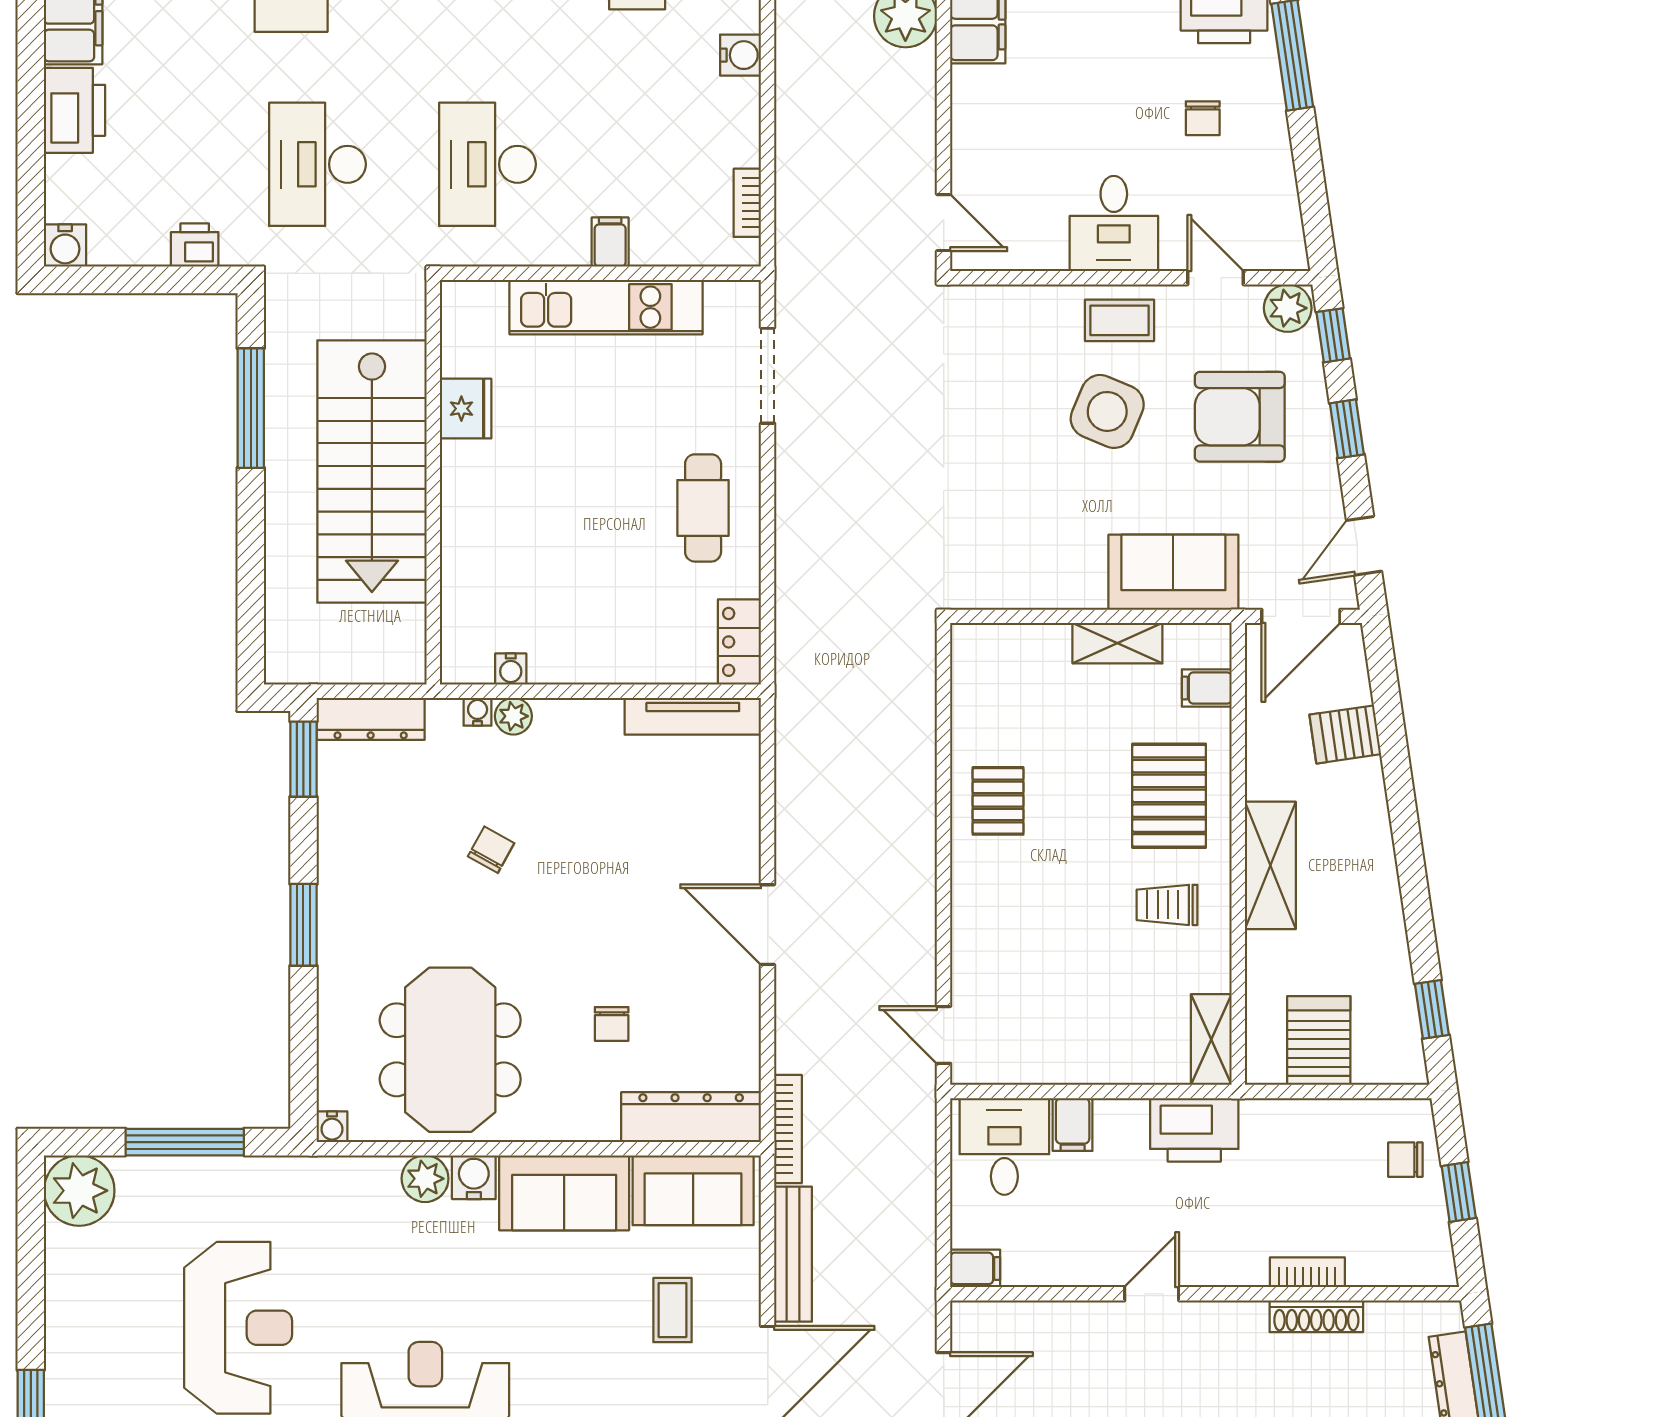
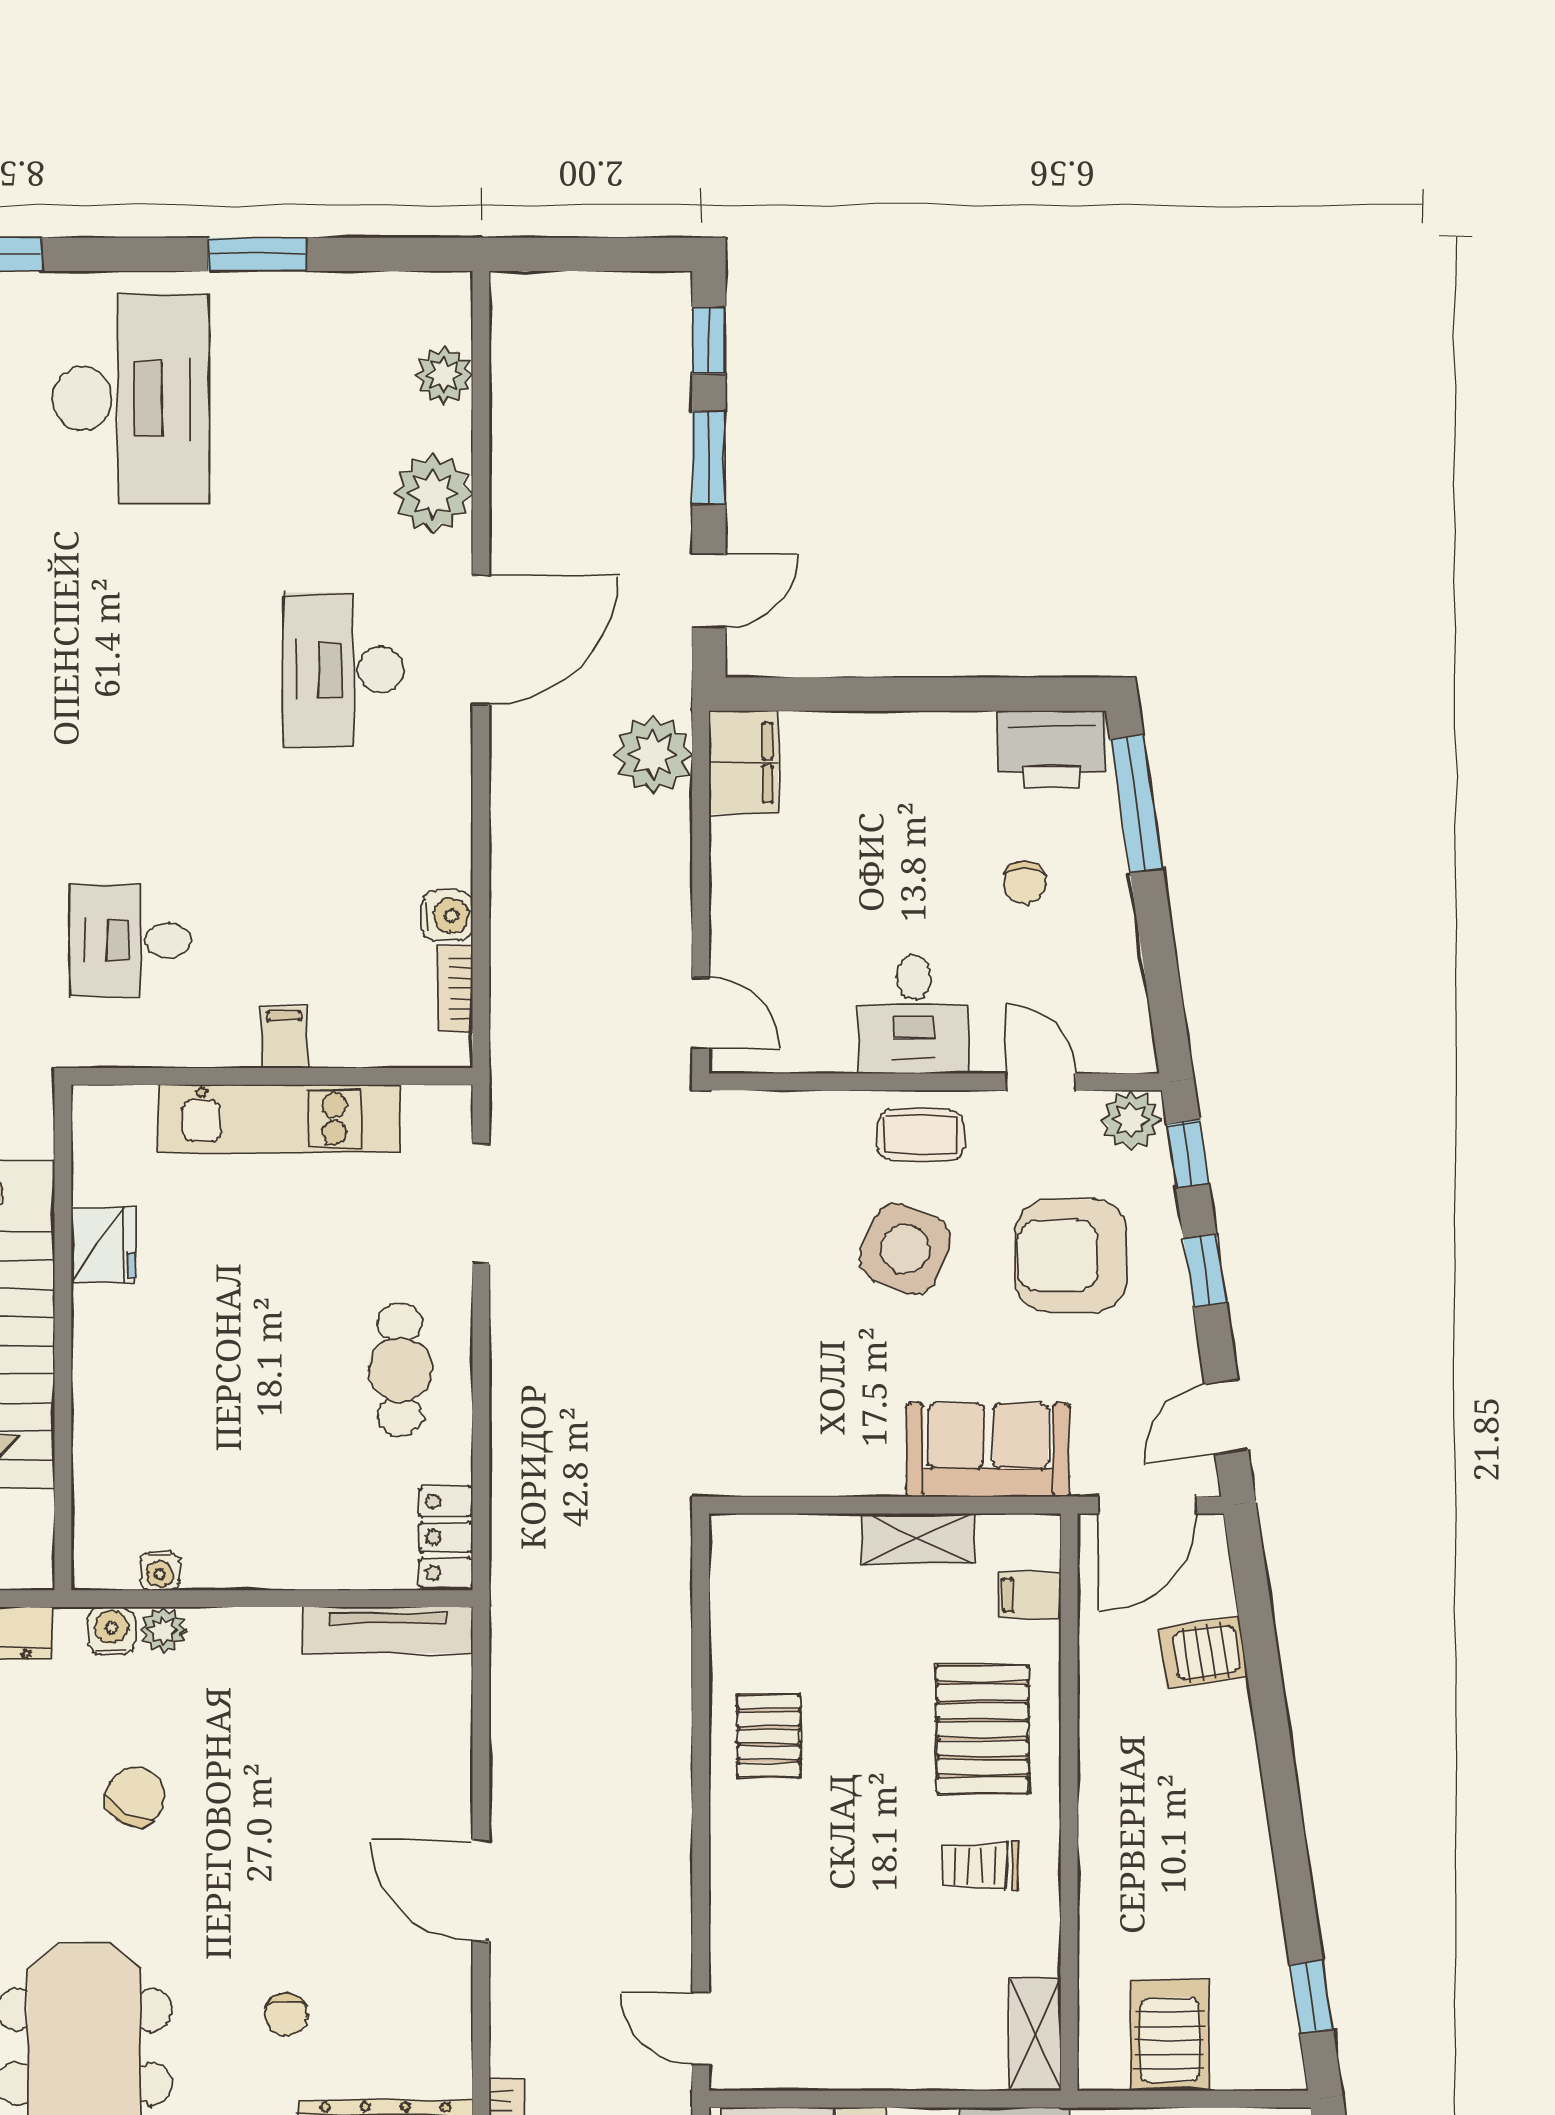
water cooler: (741, 55) -> (447, 916), moved
desk: (487, 164) -> (131, 940), width x0.73
water cooler: (478, 712) -> (112, 1631), width x1.38, depth x1.38
chair: (491, 850) -> (135, 1797), width x1.37, depth x1.37
shelving: (1270, 865) -> (1109, 1817), removed

